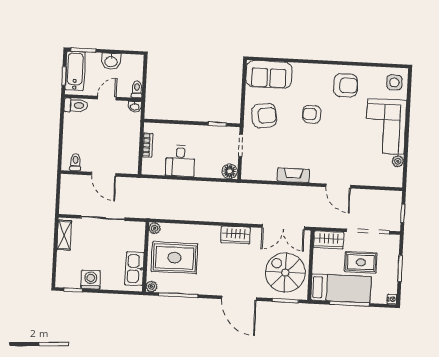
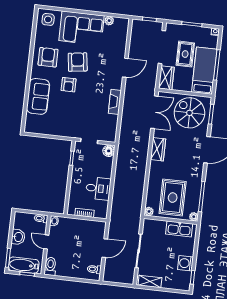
sofa: (269, 74) -> (38, 96), moved
armchair: (264, 116) -> (78, 62), moved
spiral stairs: (285, 273) -> (189, 113), turned 90

